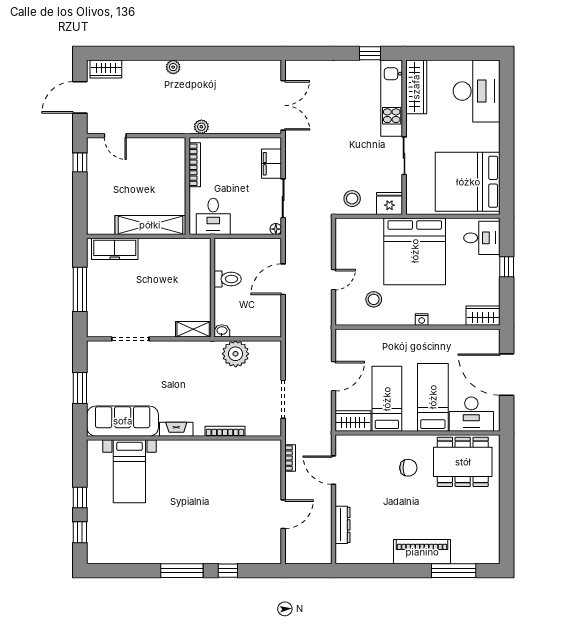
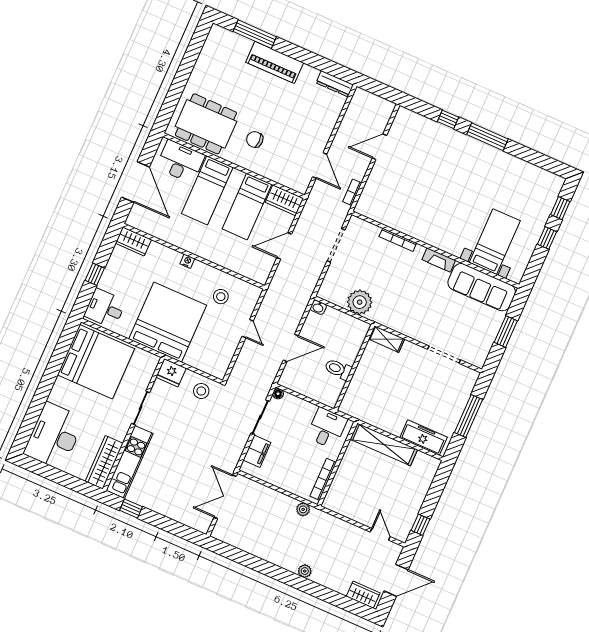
door: (334, 280) -> (248, 329), swing flipped
washbasin: (222, 331) -> (318, 307), moved
dresser: (343, 525) -> (335, 84), moved, turned -90

